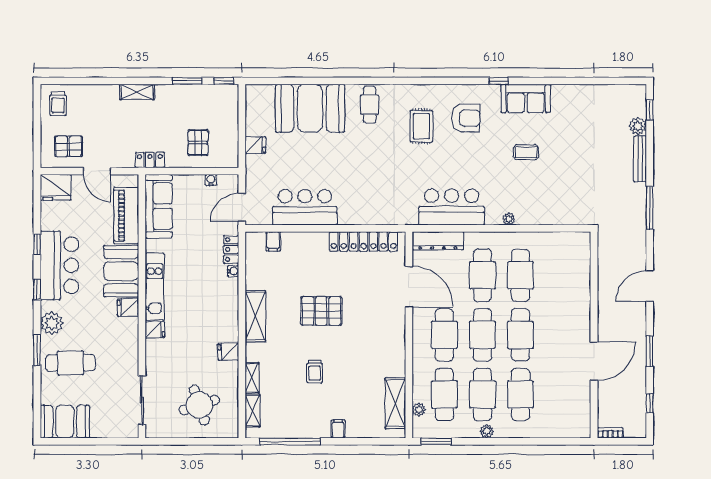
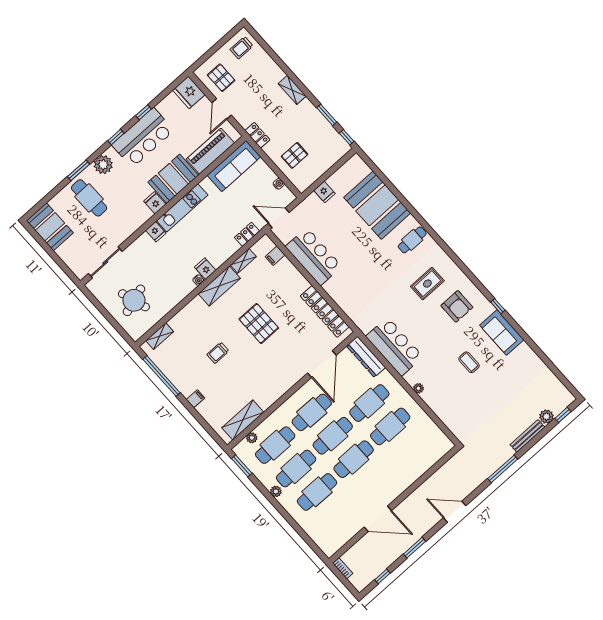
water cooler: (233, 271) -> (198, 280), moved
fridge: (228, 352) -> (205, 269), moved
shelving: (252, 378) -> (243, 261), moved

